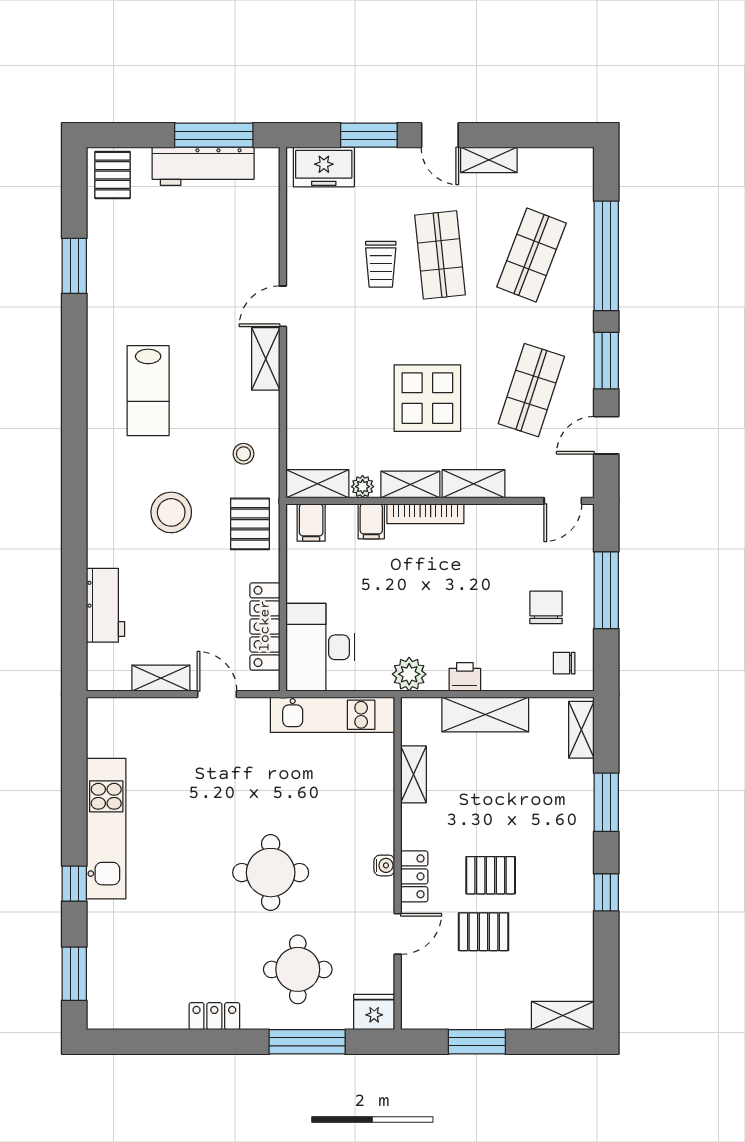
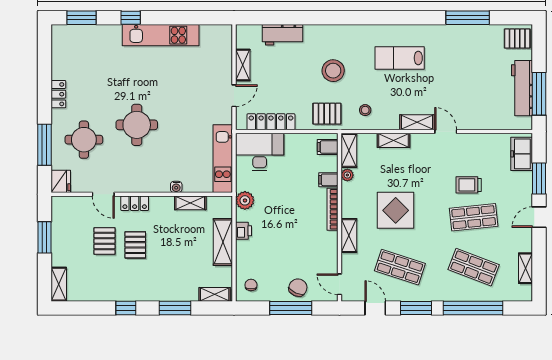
shelving: (489, 160) -> (525, 268), moved
window: (74, 266) -> (468, 18), width x1.44
shelving: (410, 484) -> (393, 140), moved, turned 90
chair: (546, 607) -> (298, 288), moved, turned -65
water cooler: (384, 865) -> (176, 187), moved

